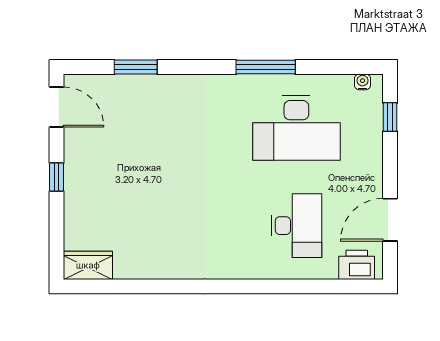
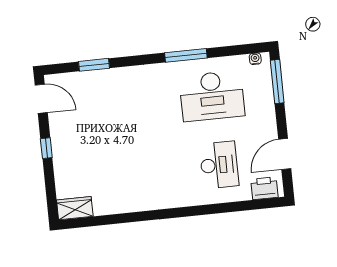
window: (390, 117) -> (277, 82), width x2.17

